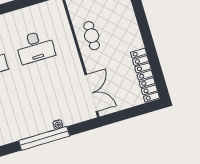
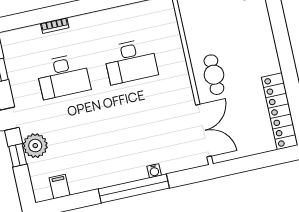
cafe table: (92, 36) -> (214, 75), moved

